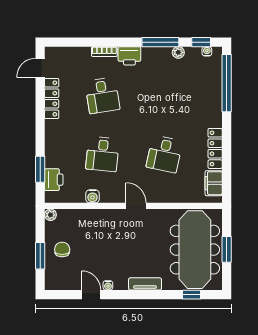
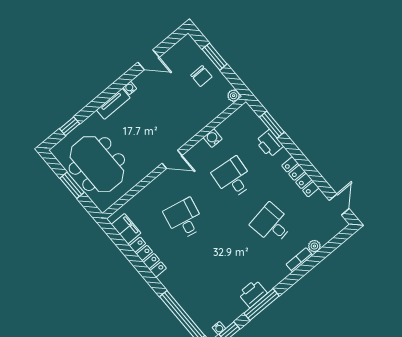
plant: (178, 52) -> (314, 246), moved
printer: (129, 56) -> (253, 293), moved
locker: (52, 98) -> (300, 177), moved
printer: (54, 180) -> (270, 144), moved
meeting table: (195, 250) -> (97, 164), width x0.73
water cooler: (108, 285) -> (130, 88), moved

